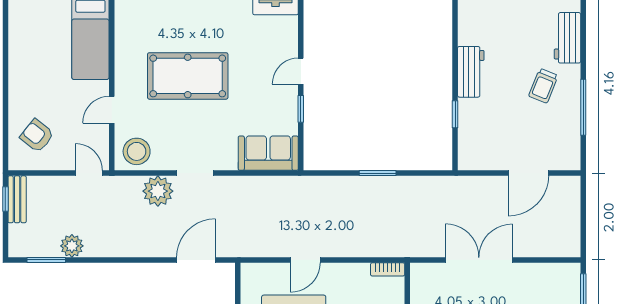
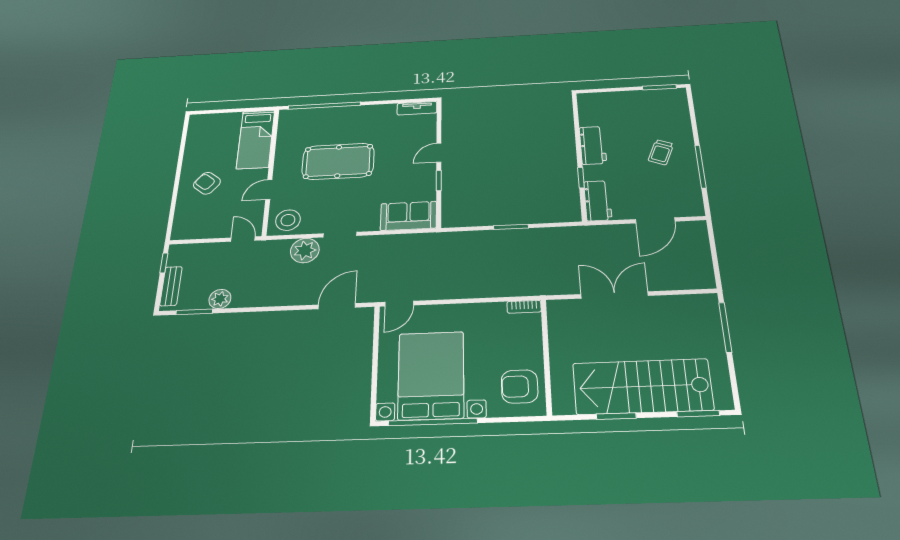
workbench: (567, 38) -> (598, 201), moved, turned 180
armchair: (37, 136) -> (207, 183), moved
bench: (17, 199) -> (171, 286), moved
door: (305, 260) -> (399, 304), moved

